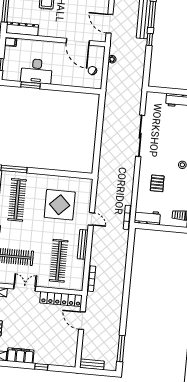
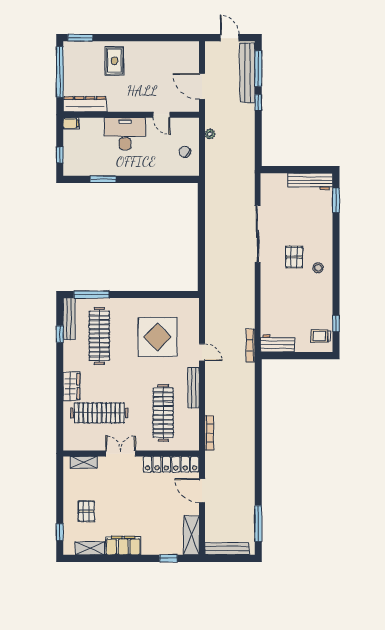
door: (78, 42) -> (161, 115), width x0.53
desk: (37, 71) -> (125, 134), moved, turned 180
pallet: (157, 183) -> (294, 257), moved
shelving: (71, 353) -> (191, 535), added
bench: (92, 364) -> (227, 549), width x1.36
window: (41, 367) -> (168, 558), moved

